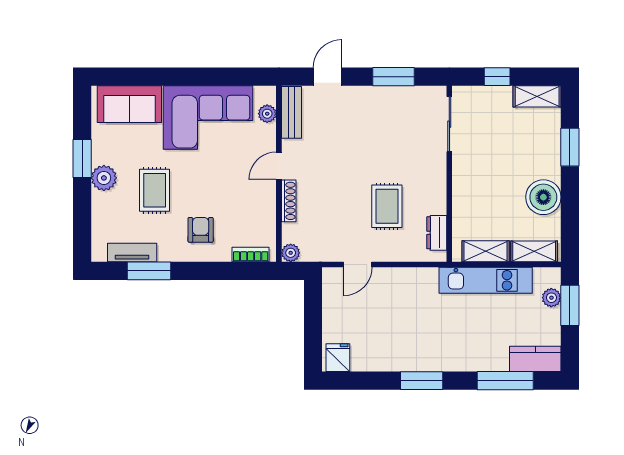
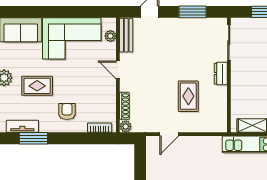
door: (279, 166) -> (118, 70), hinge flipped
rug: (155, 190) -> (37, 86), turned 90
shoe rack: (289, 201) -> (124, 106), moved
dresser: (437, 233) -> (221, 74), moved

